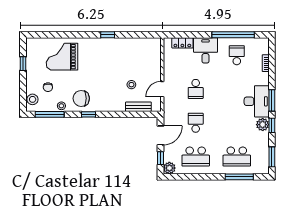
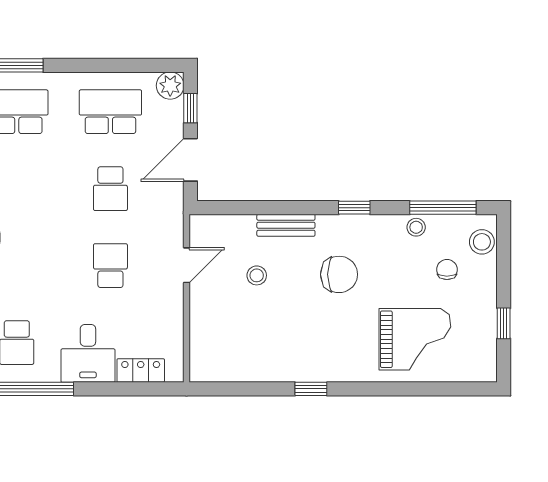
chair: (81, 98) -> (339, 274), moved
bench: (138, 107) -> (286, 225), moved

